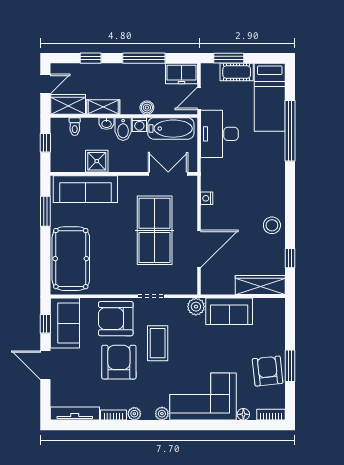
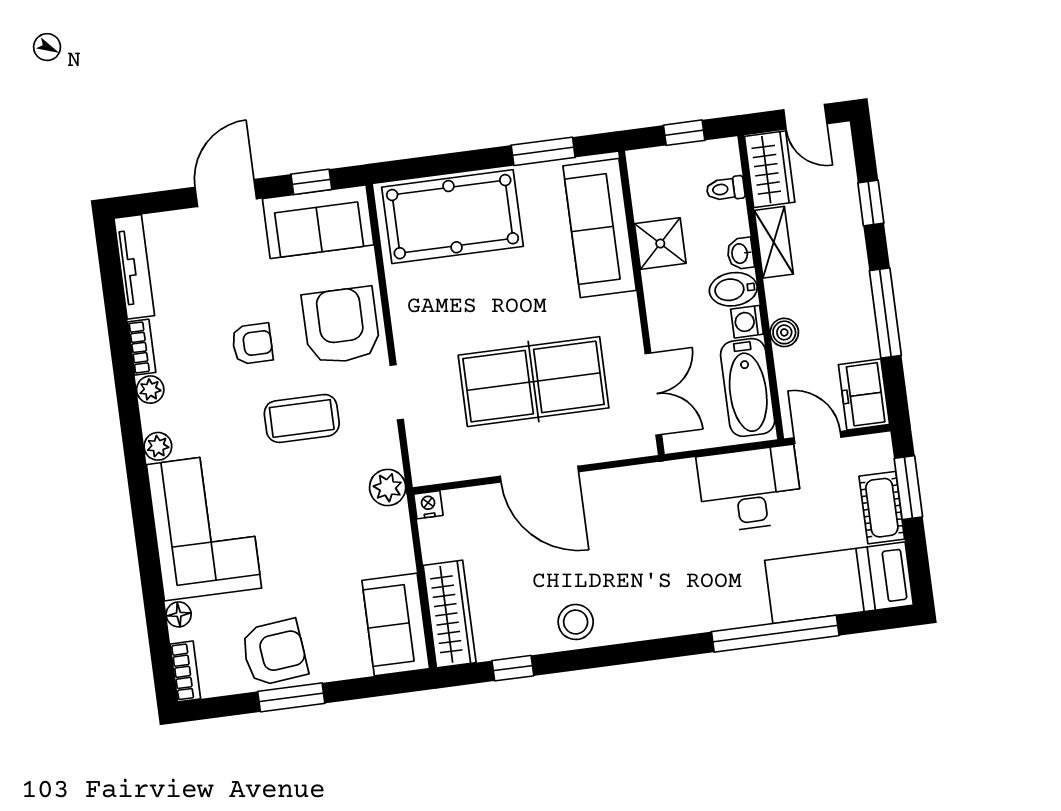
nightstand: (207, 198) -> (428, 505), moved
door: (199, 249) -> (539, 474), moved
sofa: (229, 311) -> (396, 625), moved
armchair: (119, 362) -> (252, 344), width x0.53, depth x0.53

